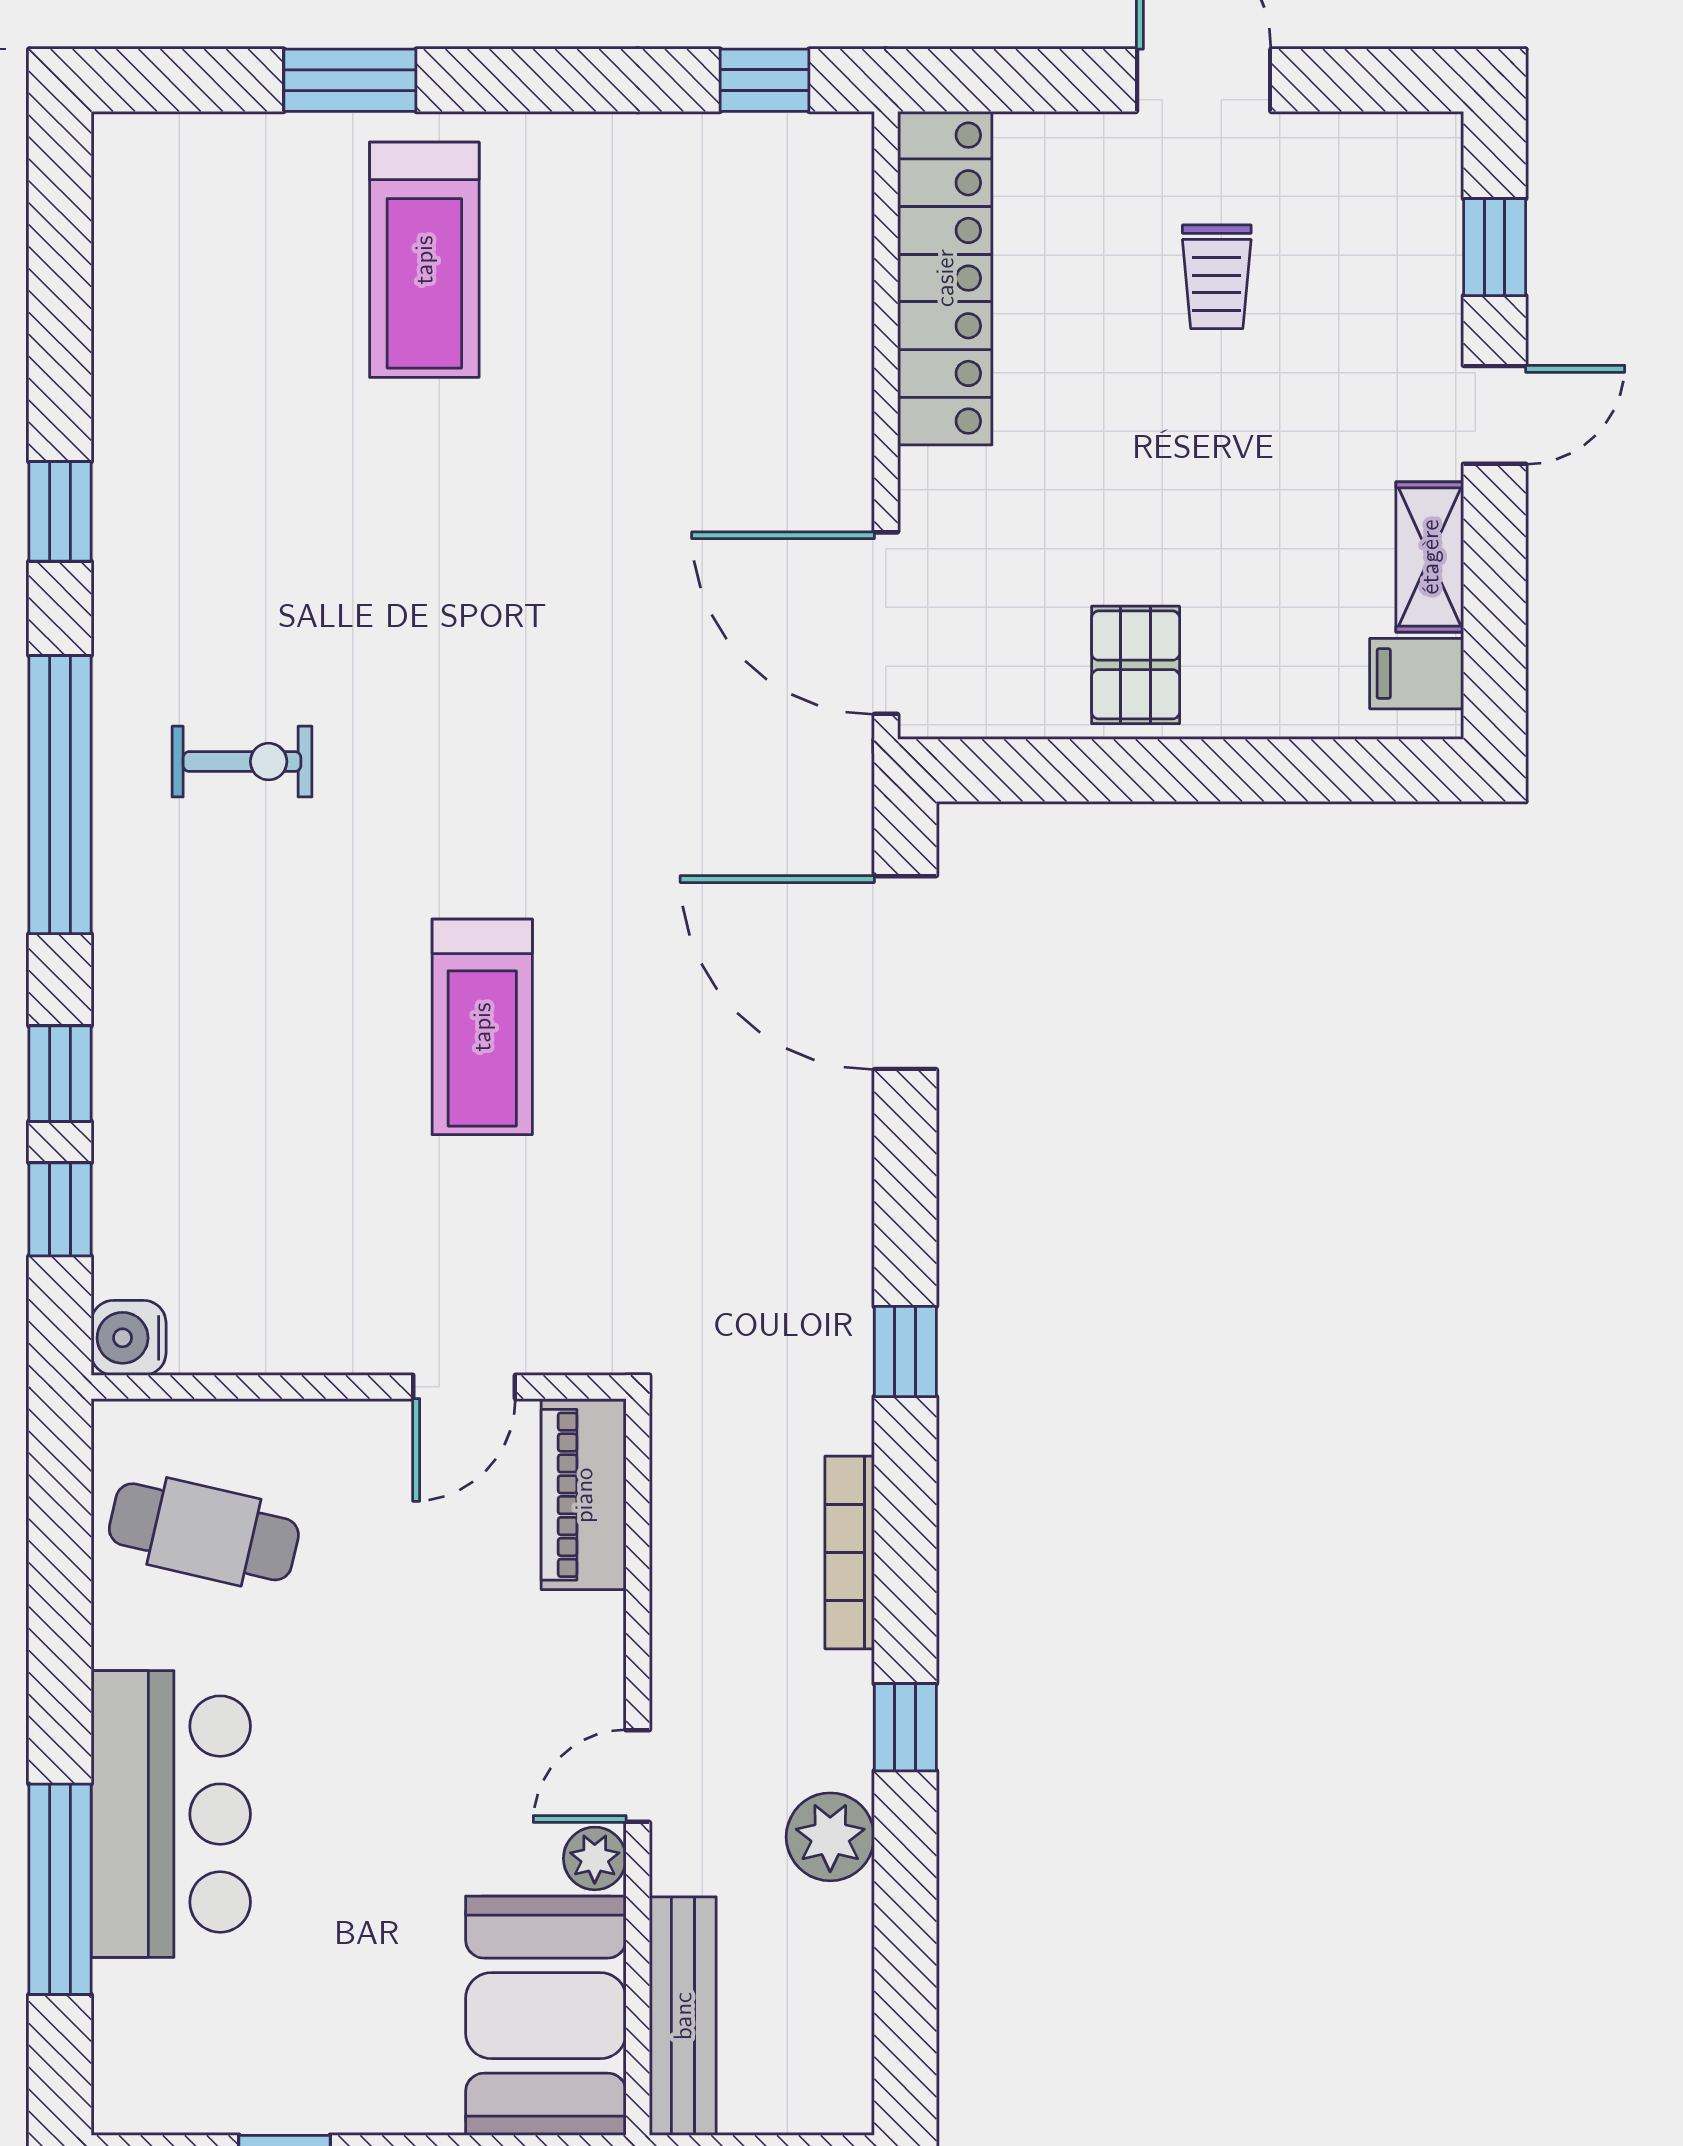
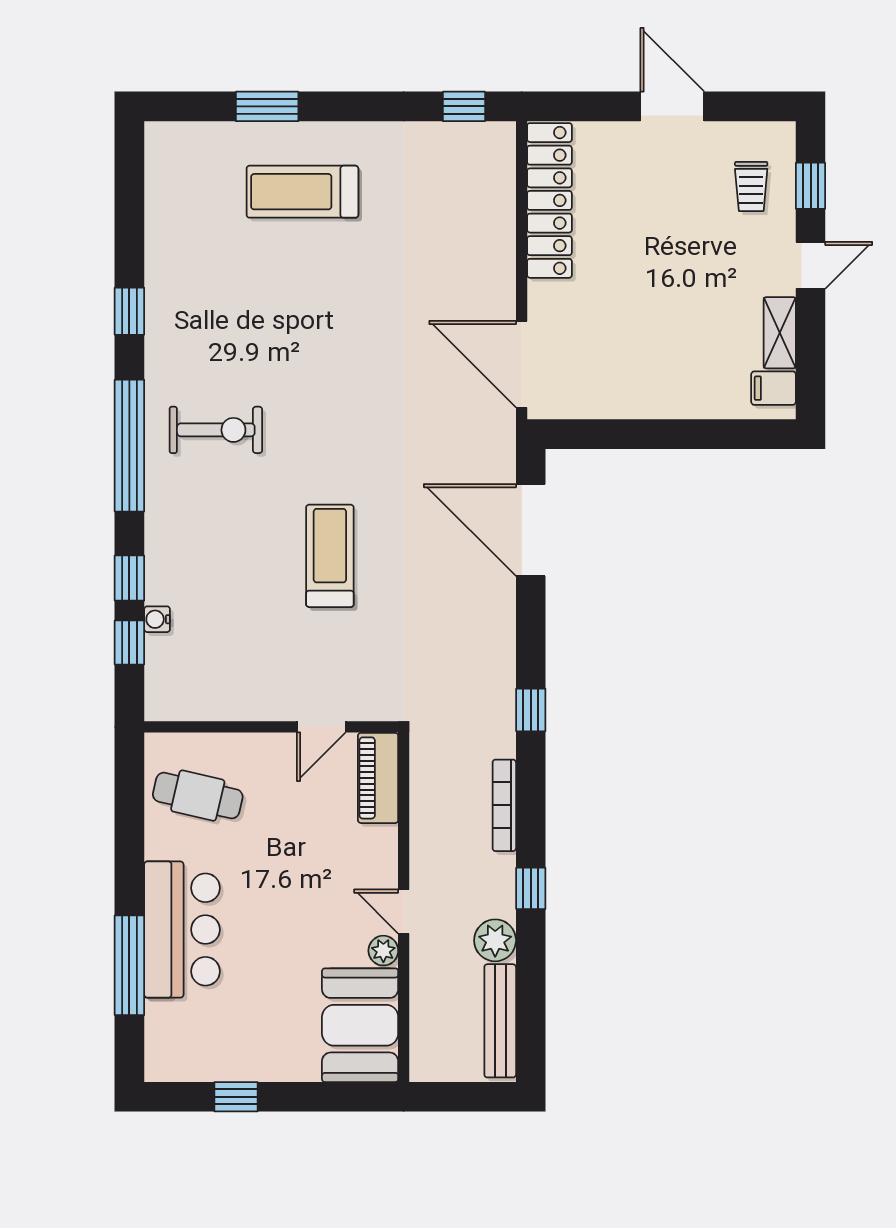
treadmill: (424, 260) -> (302, 192), turned 90
trolley: (1217, 277) -> (751, 186), moved
pallet: (1136, 665) -> (640, 384), removed
exercise bike: (242, 762) -> (216, 430), width x1.38, depth x1.39
treadmill: (482, 1027) -> (330, 556), turned 180
water cooler: (129, 1338) -> (157, 619), moved, width x0.72, depth x0.72
door: (638, 1776) -> (404, 912), hinge flipped
bench: (683, 2016) -> (500, 1021), moved

